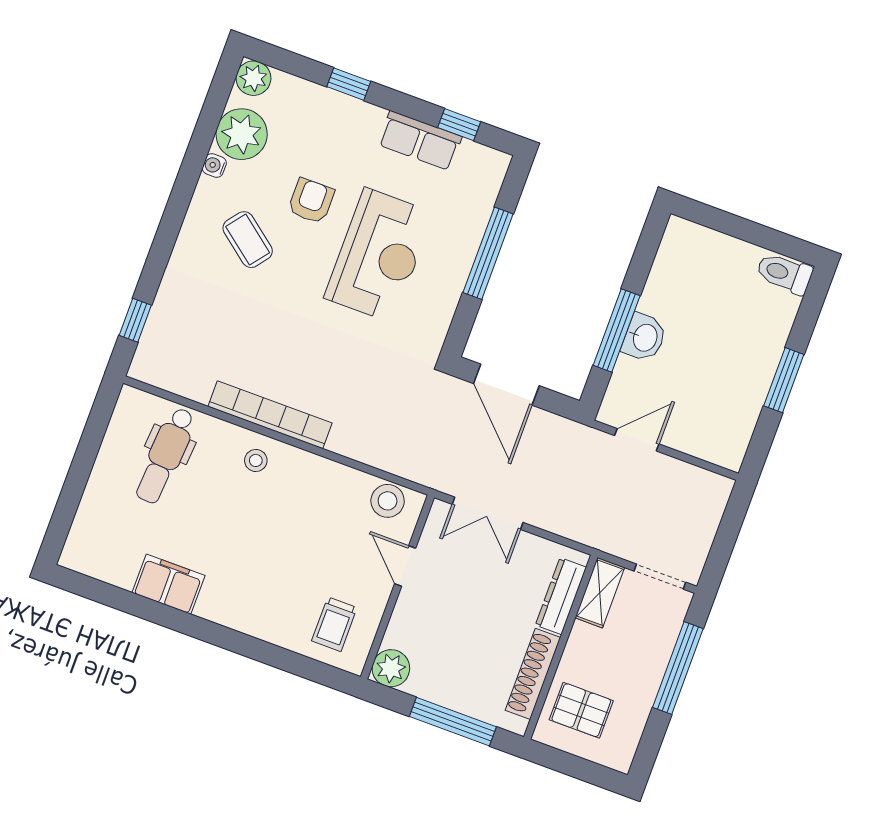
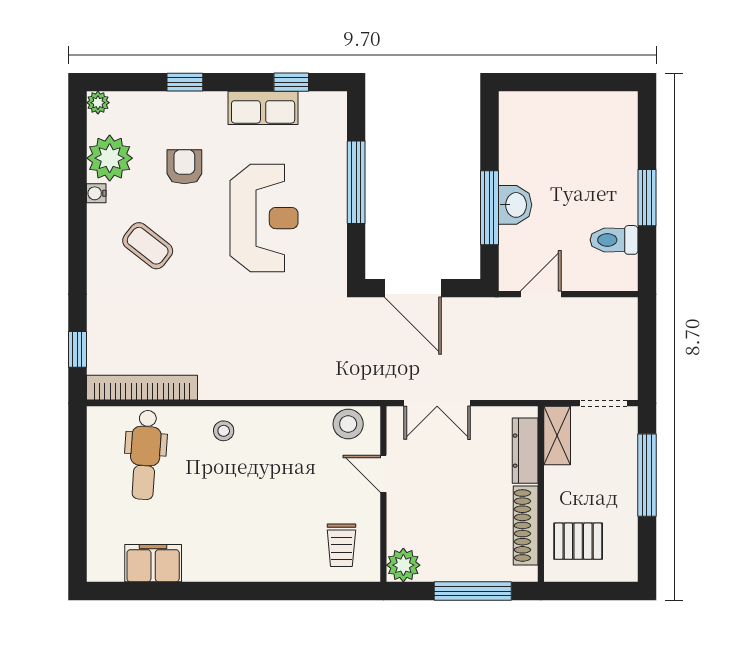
plant: (253, 78) -> (98, 103), width x0.73, depth x0.73
armchair: (311, 201) -> (184, 167), moved
toilet: (784, 273) -> (614, 240), moved
bookcase: (270, 415) -> (142, 388), moved
filing cabinet: (168, 584) -> (153, 563), moved

